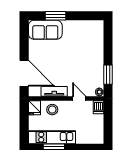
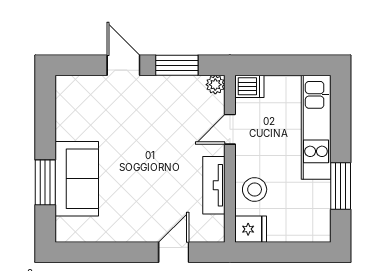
sofa: (45, 30) -> (77, 179), moved
door: (108, 51) -> (123, 65), added
door: (24, 73) -> (174, 252), width x0.53
kitchen unit: (52, 137) -> (316, 127), moved

